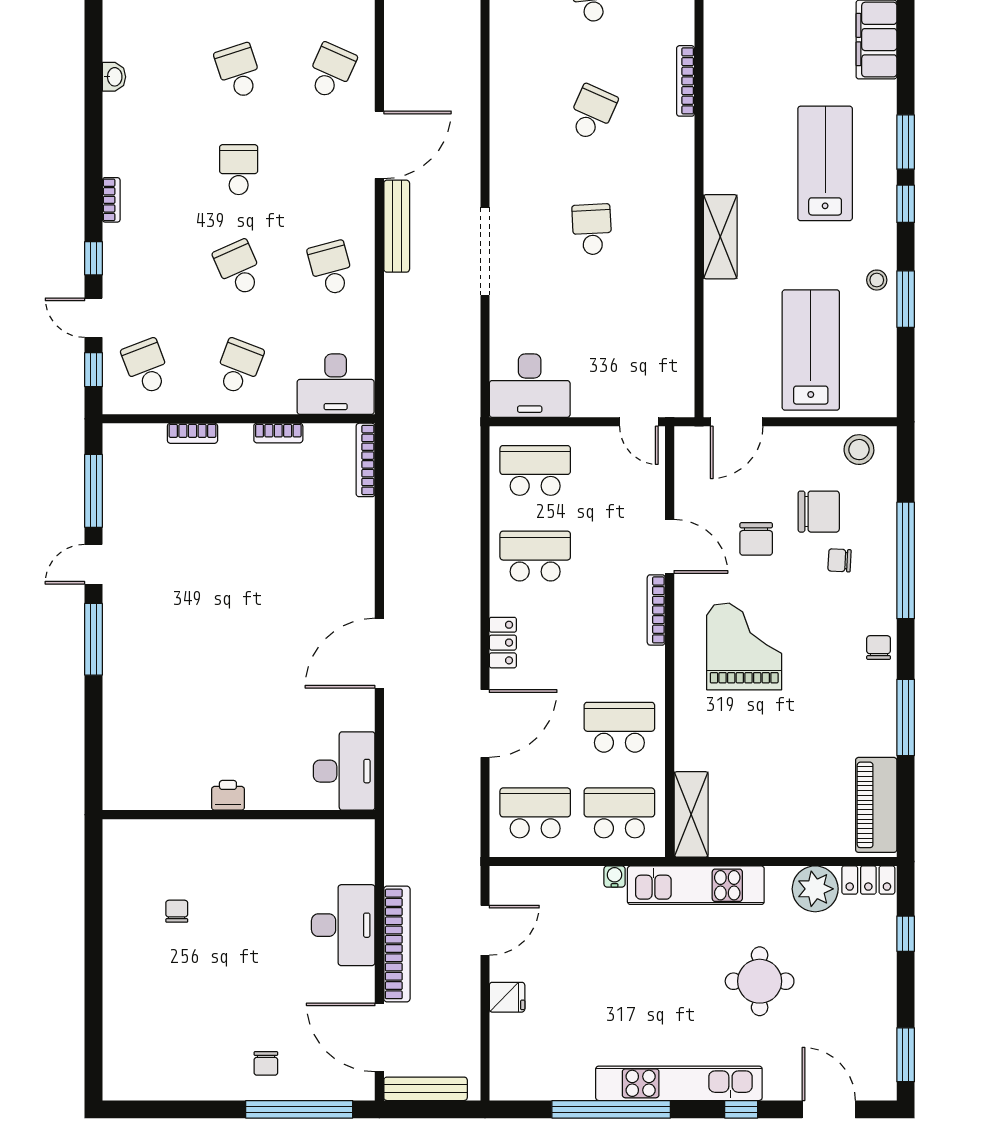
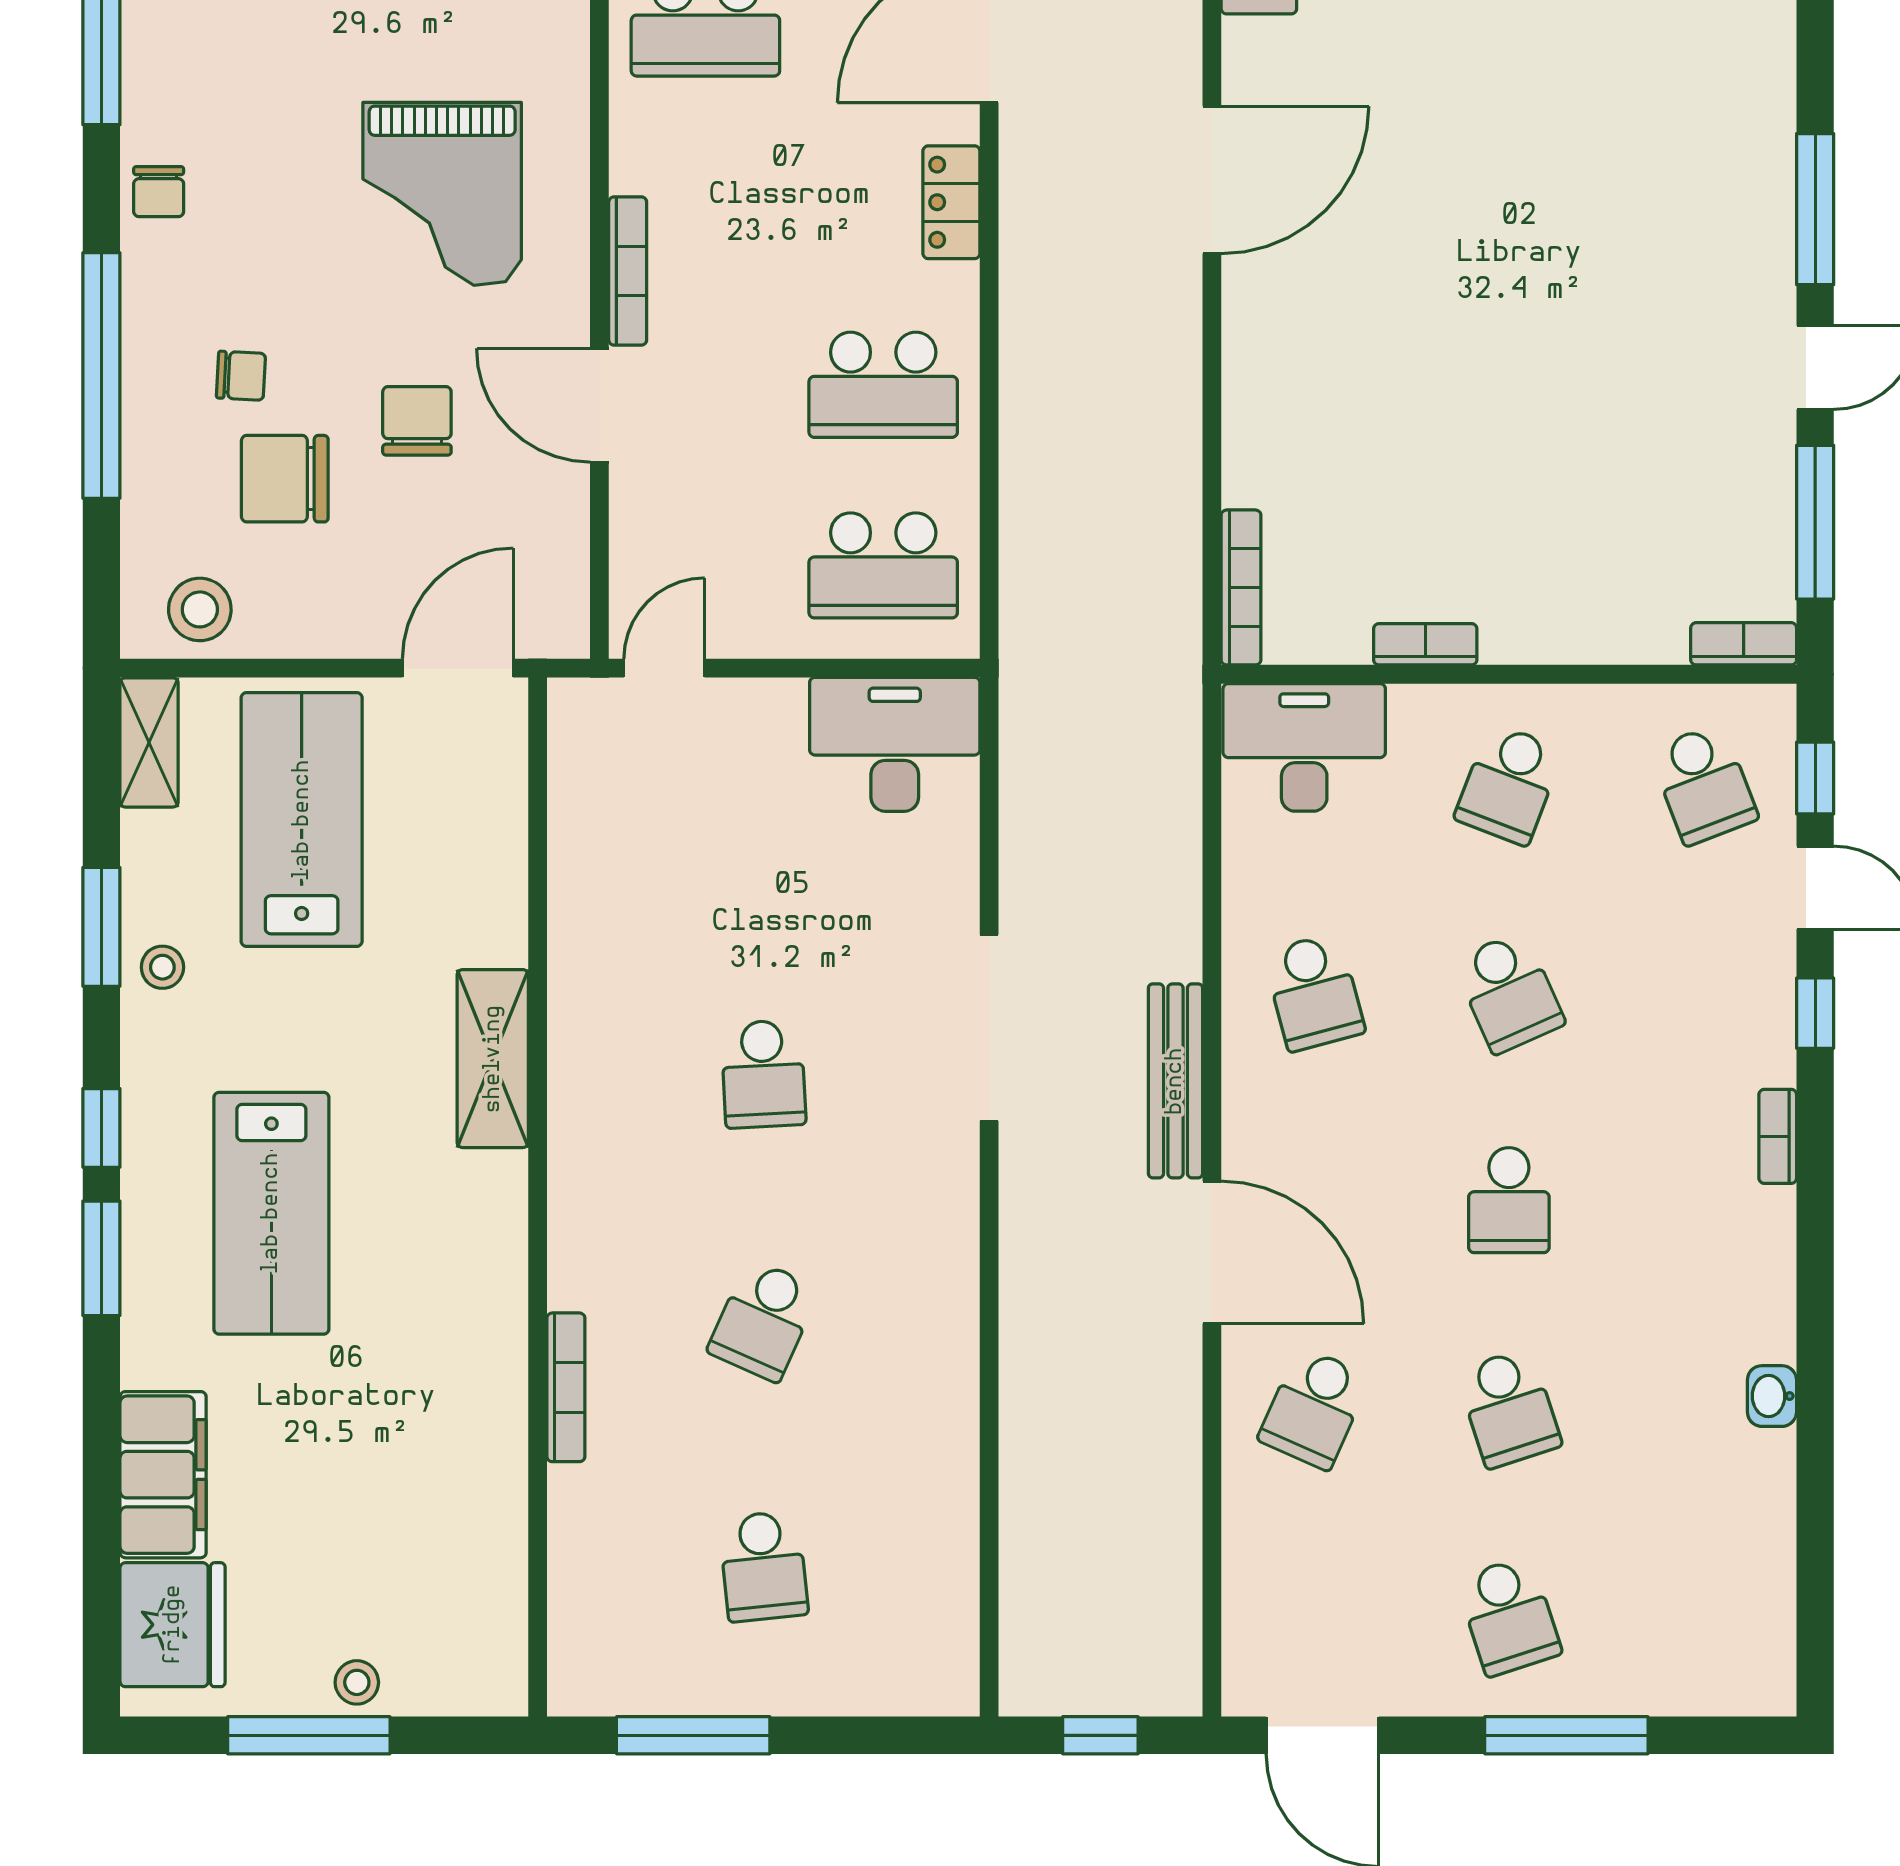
door: (379, 145) -> (1212, 1252), swing flipped
lab bench: (811, 350) -> (302, 820), turned 180
shelving: (883, 387) -> (149, 742), added
door: (639, 422) -> (664, 668), hinge flipped
bookcase: (192, 433) -> (1744, 644), moved

